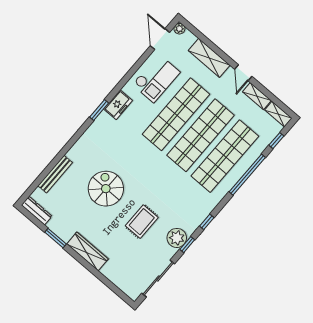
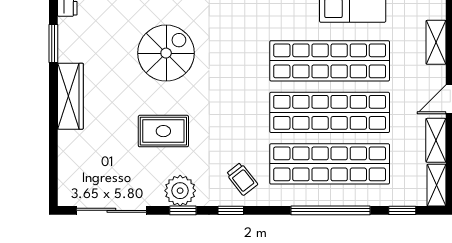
shelving: (209, 58) -> (436, 42), width x0.67, depth x0.75
trolley: (196, 204) -> (242, 179), added

